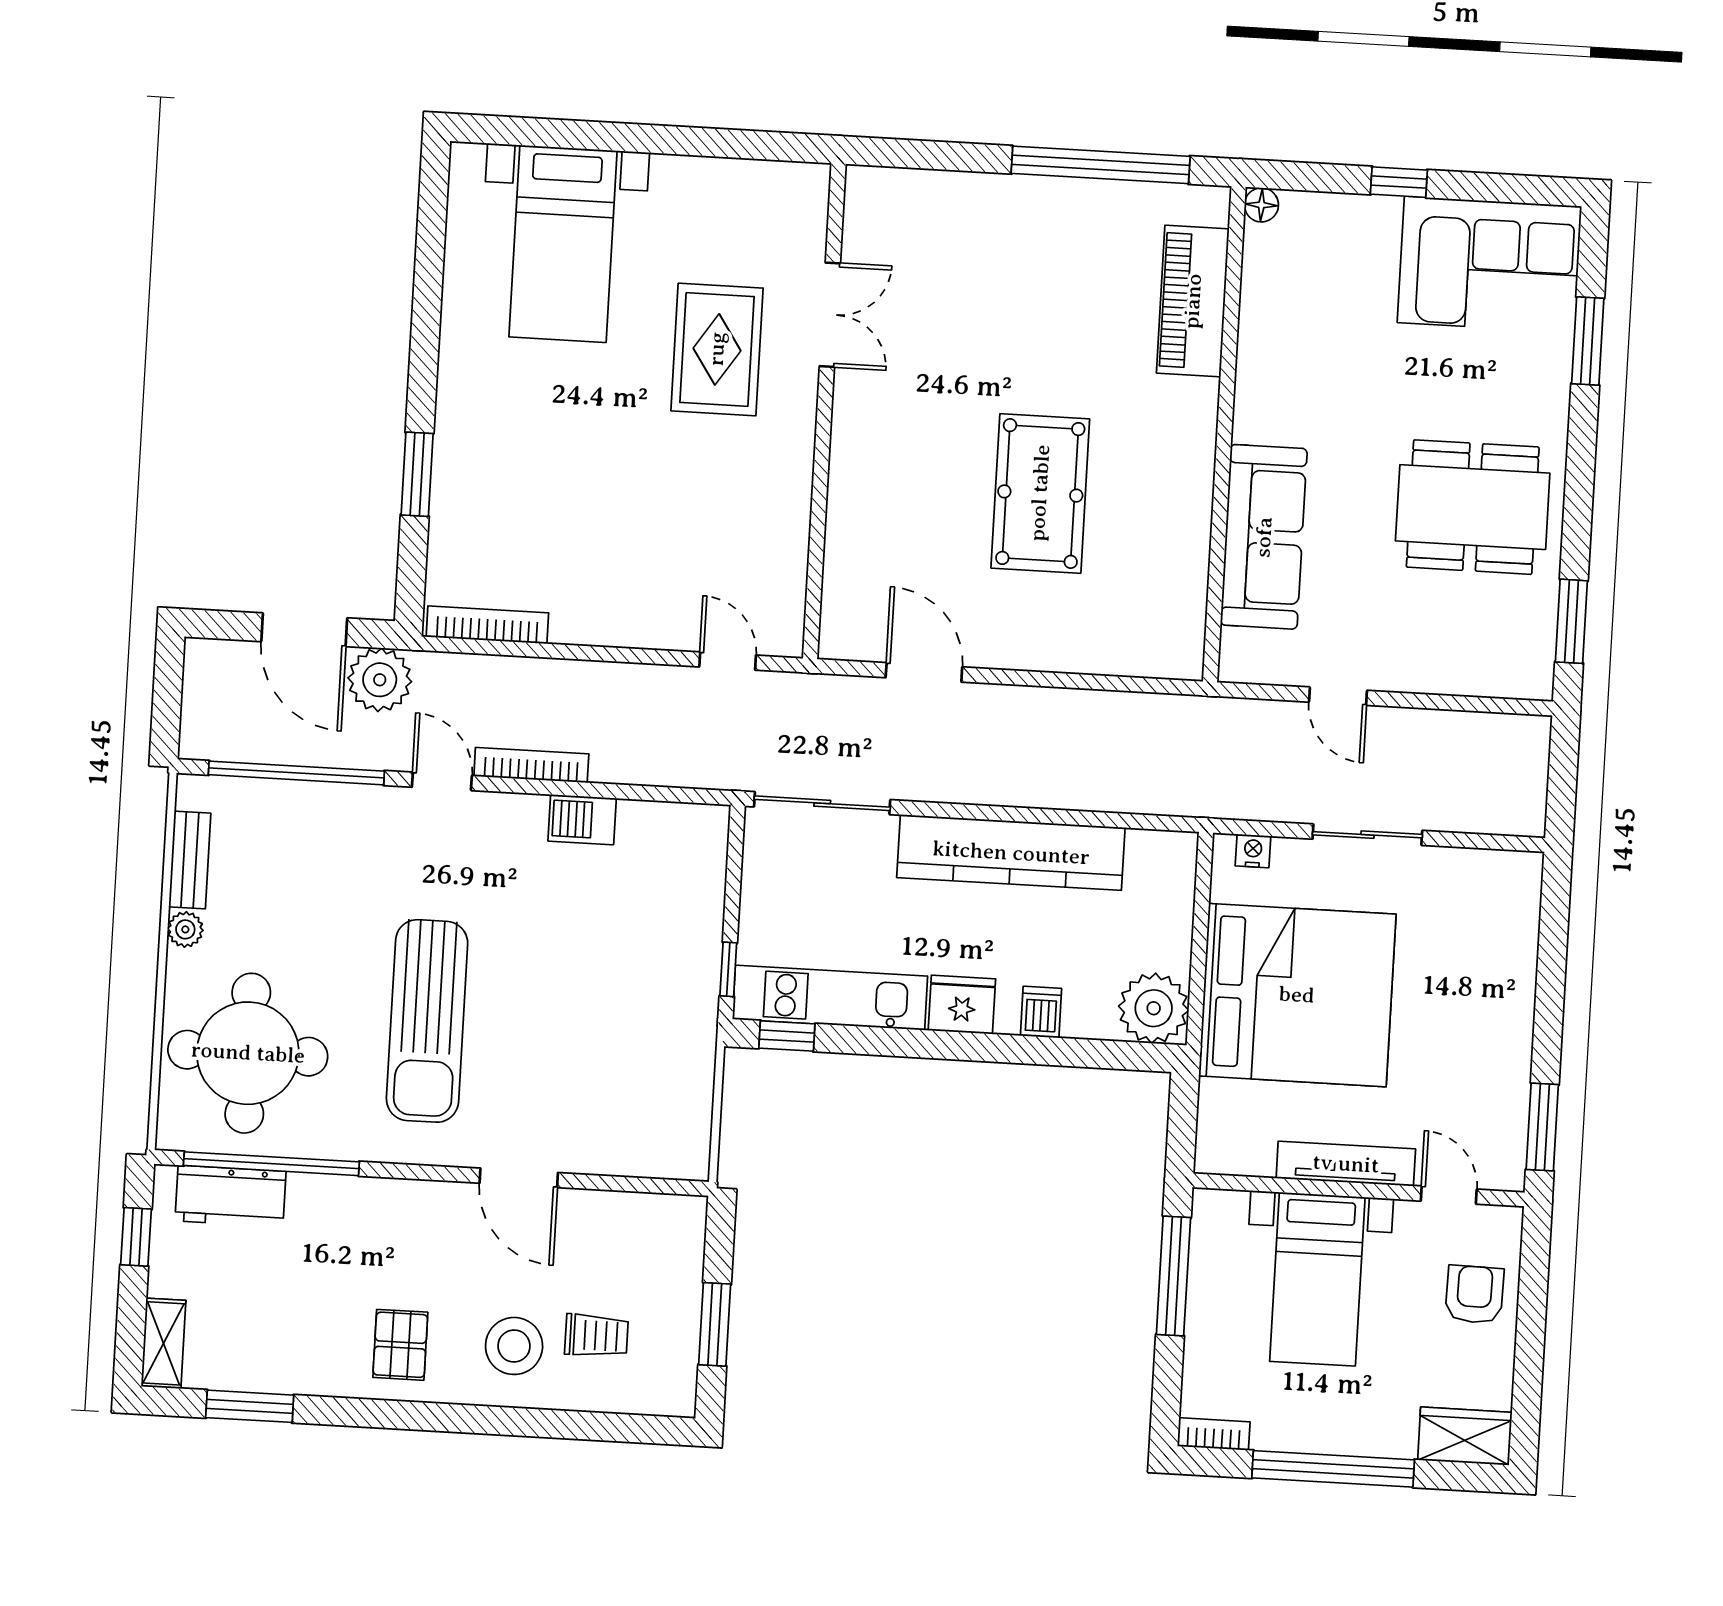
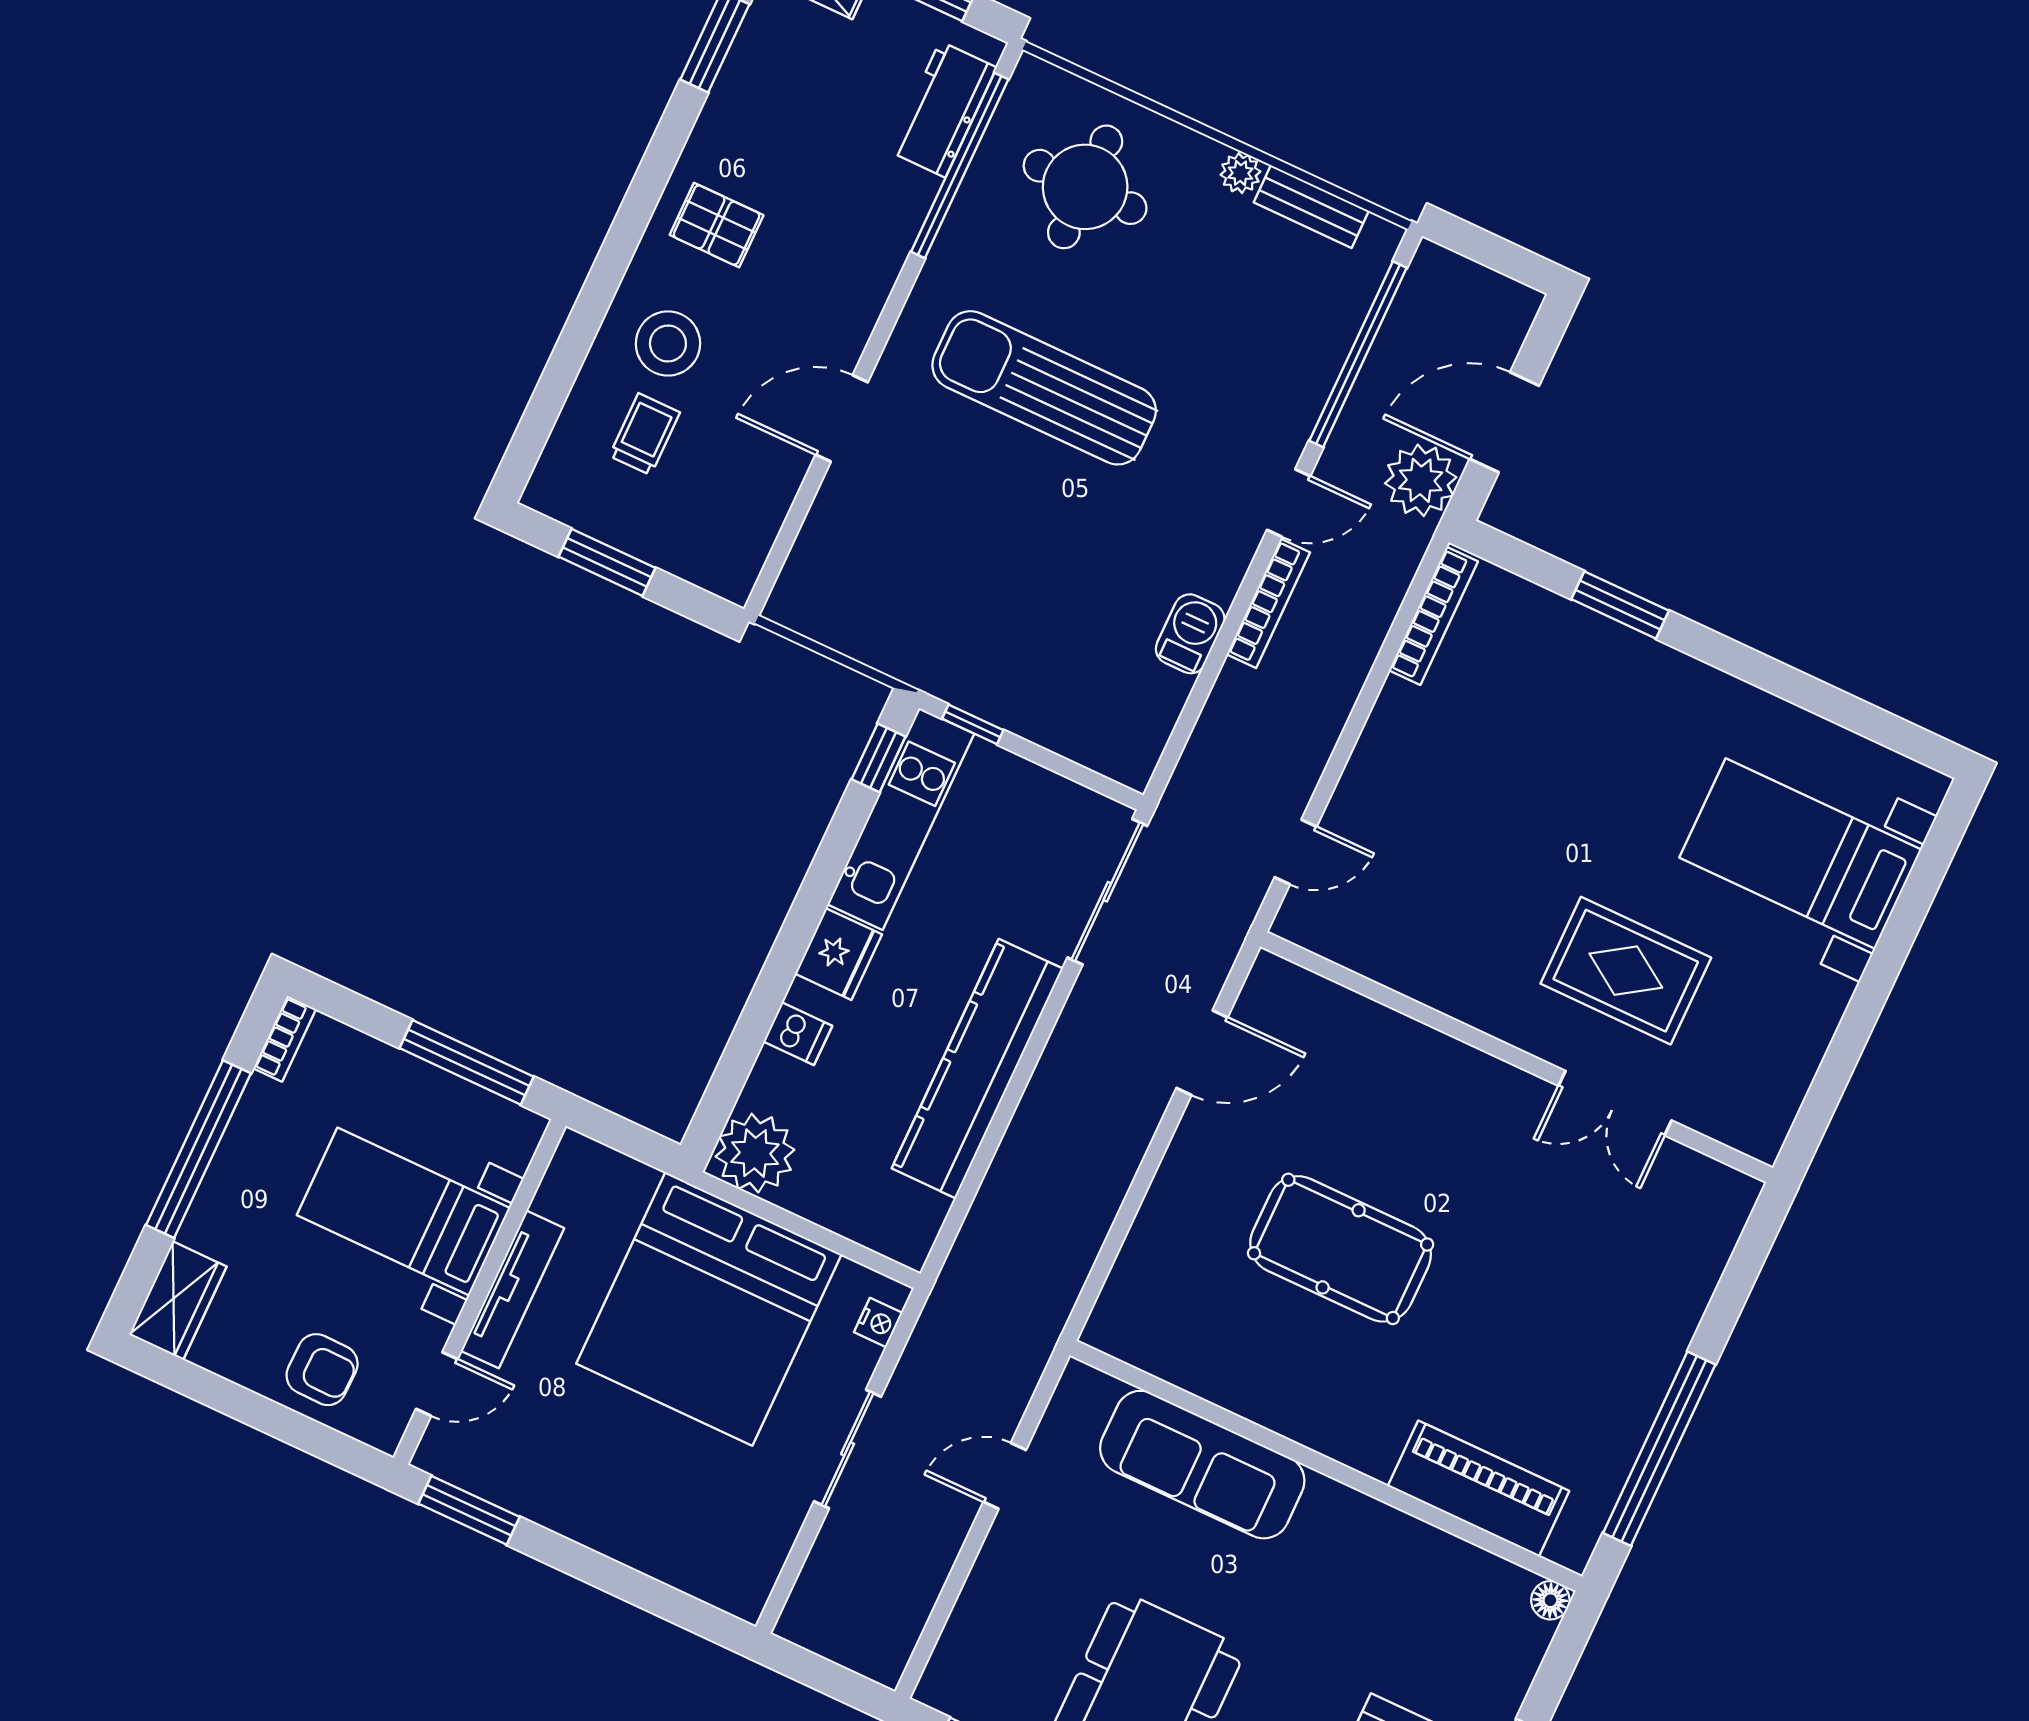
round table: (248, 1053) -> (1085, 187), width x0.73, depth x0.73
trolley: (596, 1336) -> (645, 434), turned 180

